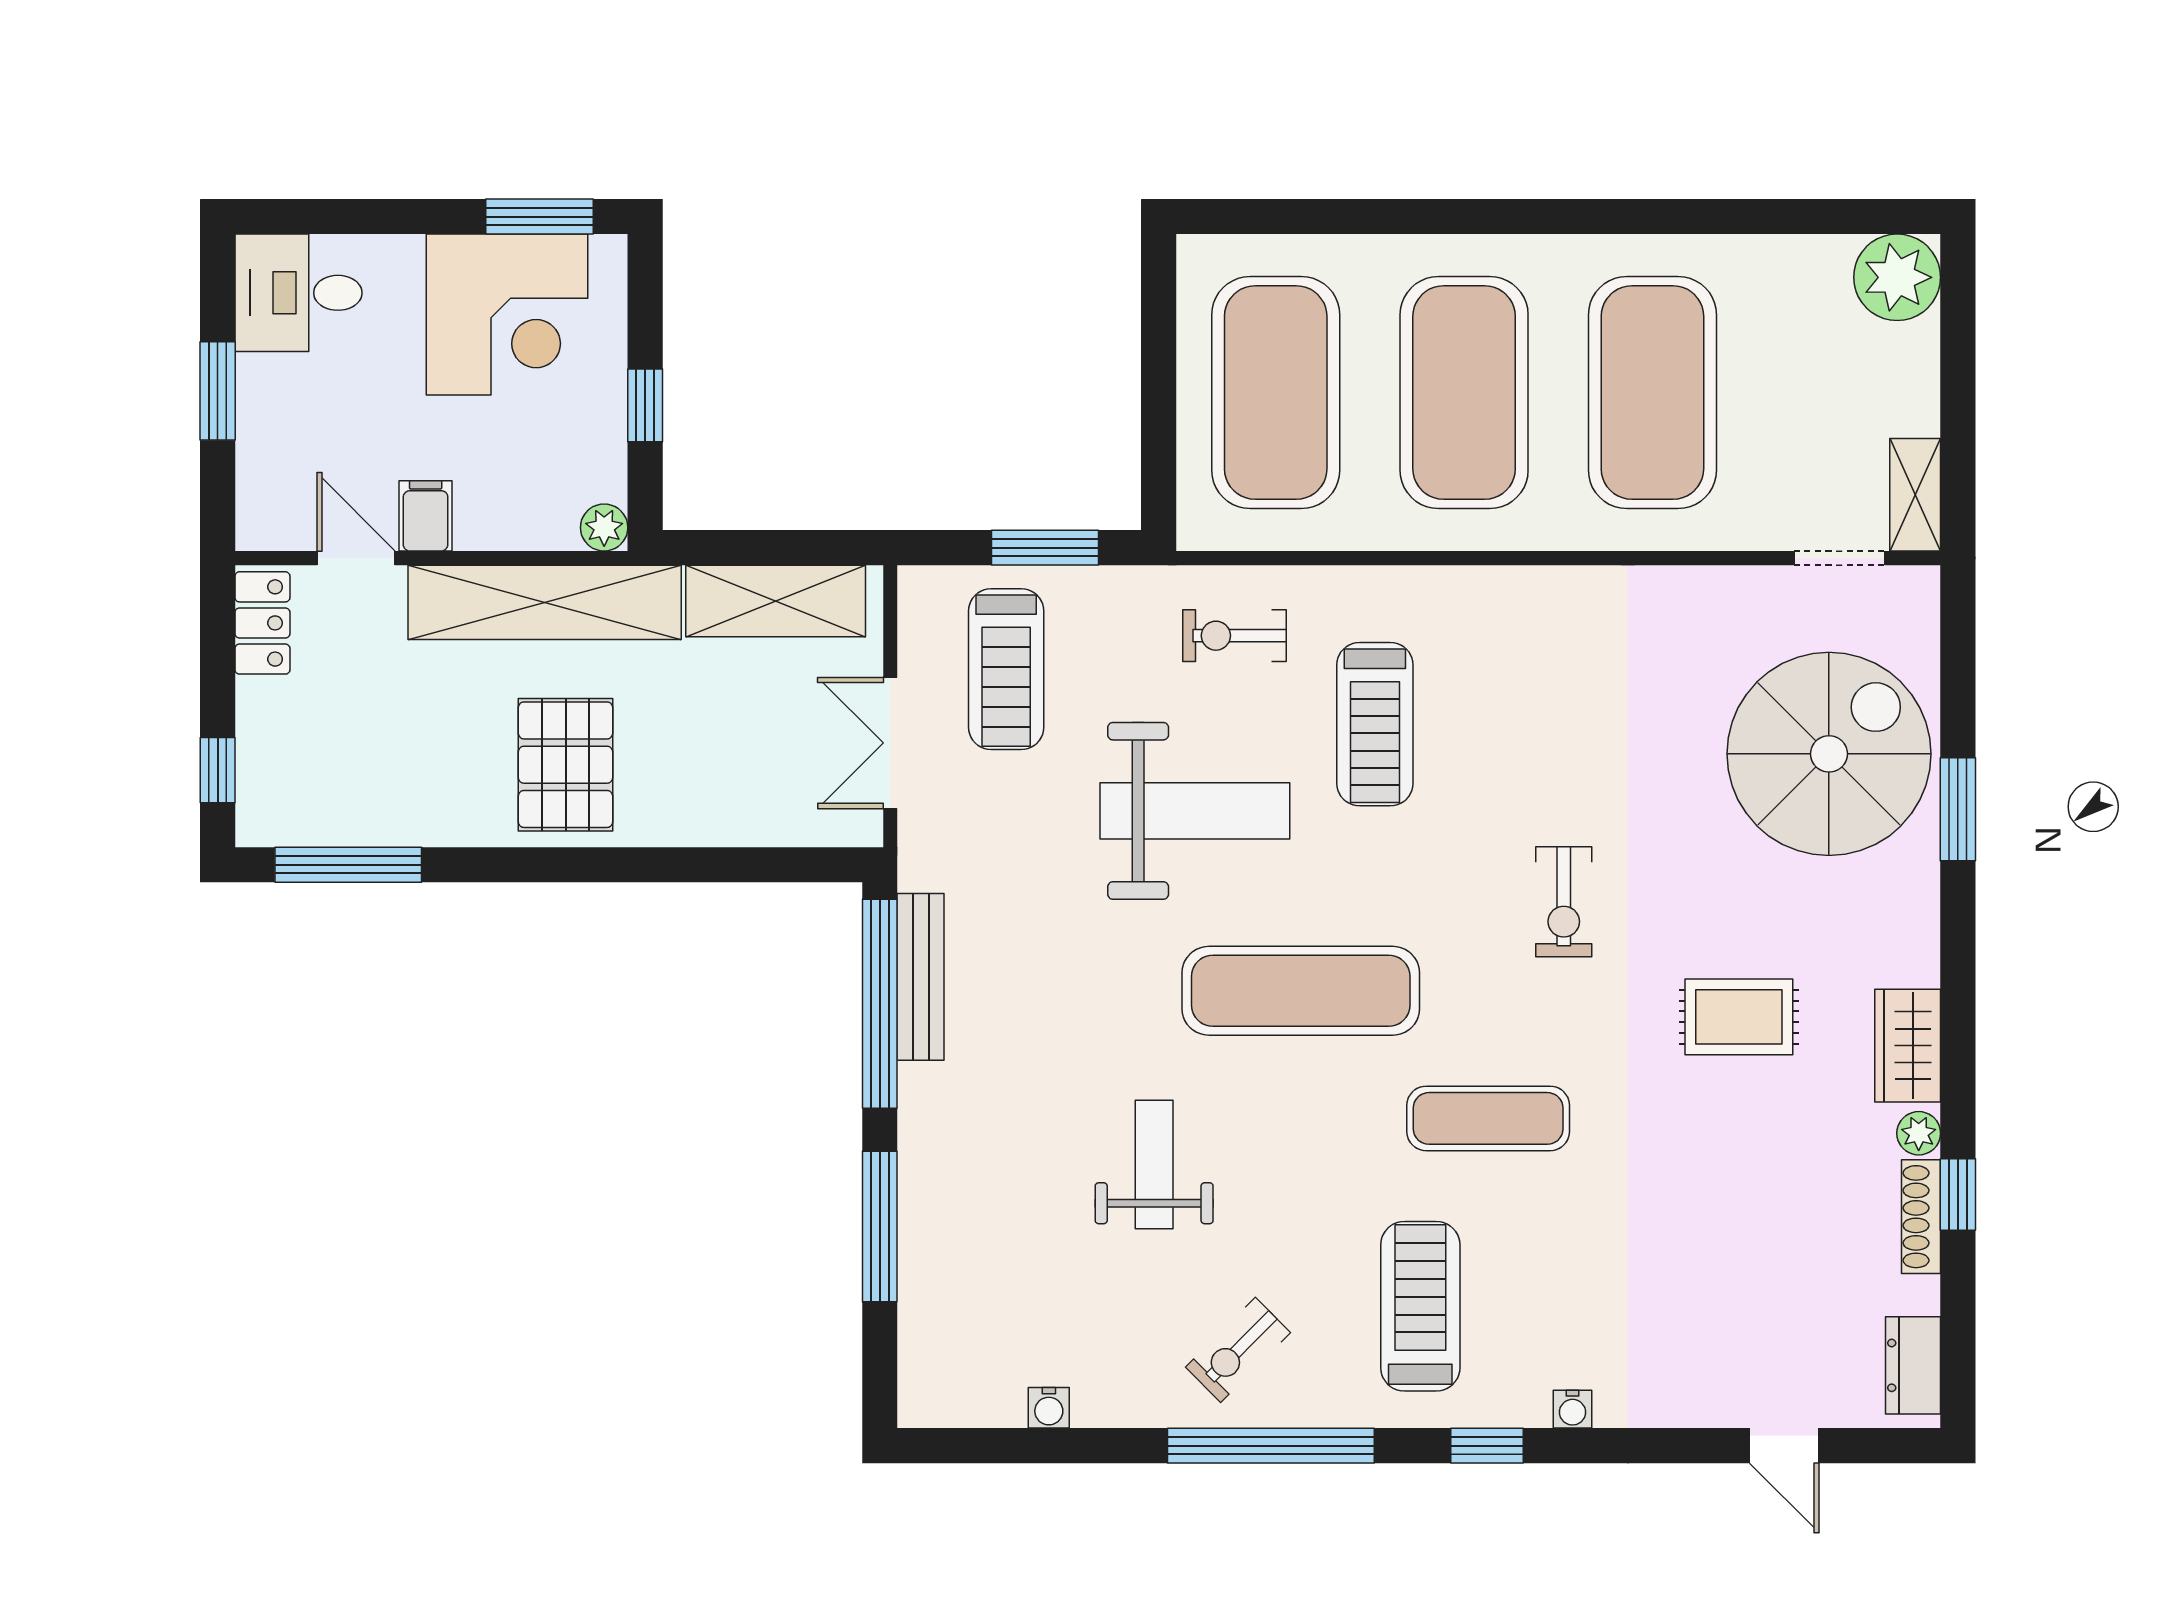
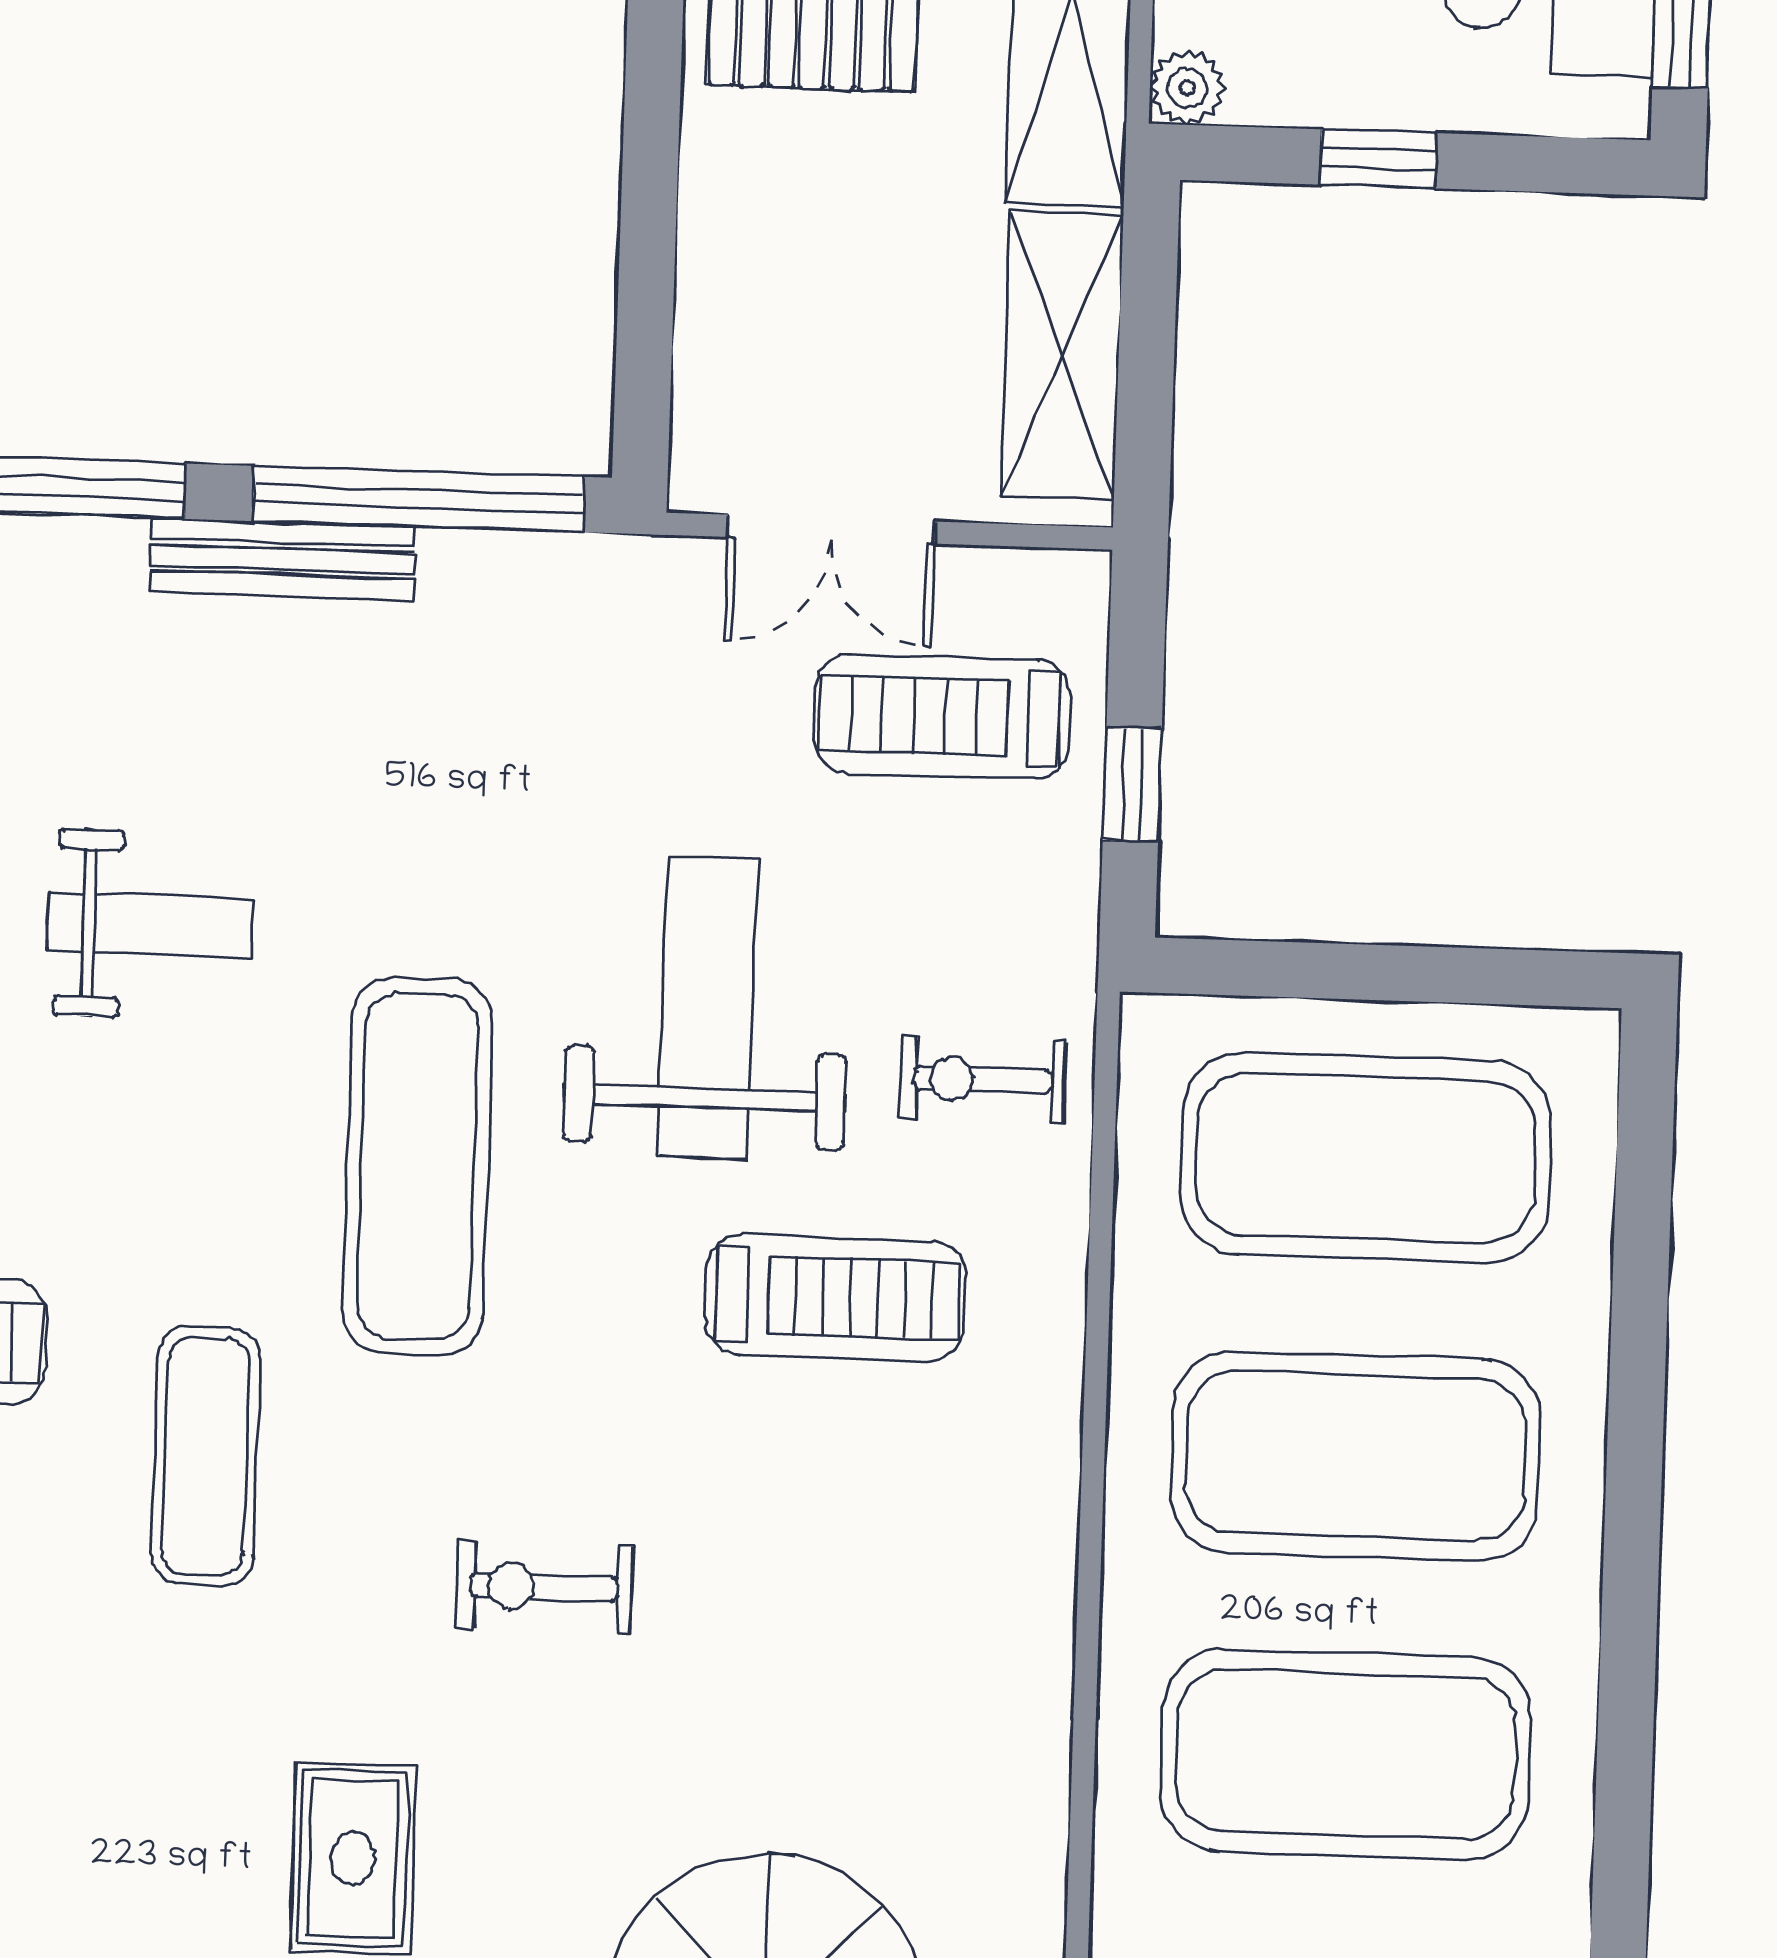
window: (1045, 548) -> (1132, 784), width x0.67
exercise bike: (1234, 636) -> (983, 1080), turned -90
treadmill: (1375, 724) -> (835, 1297), turned 180
double door: (890, 743) -> (831, 529), swing flipped
weight bench: (1195, 811) -> (708, 1008), turned 180
bench: (921, 977) -> (282, 559), moved

